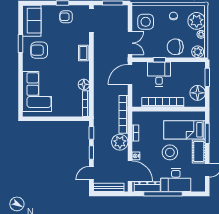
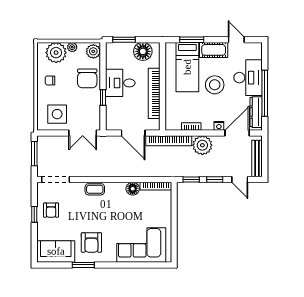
double door: (130, 43) -> (83, 133), swing flipped
door: (130, 74) -> (133, 133), moved
desk: (159, 74) -> (120, 83), moved

